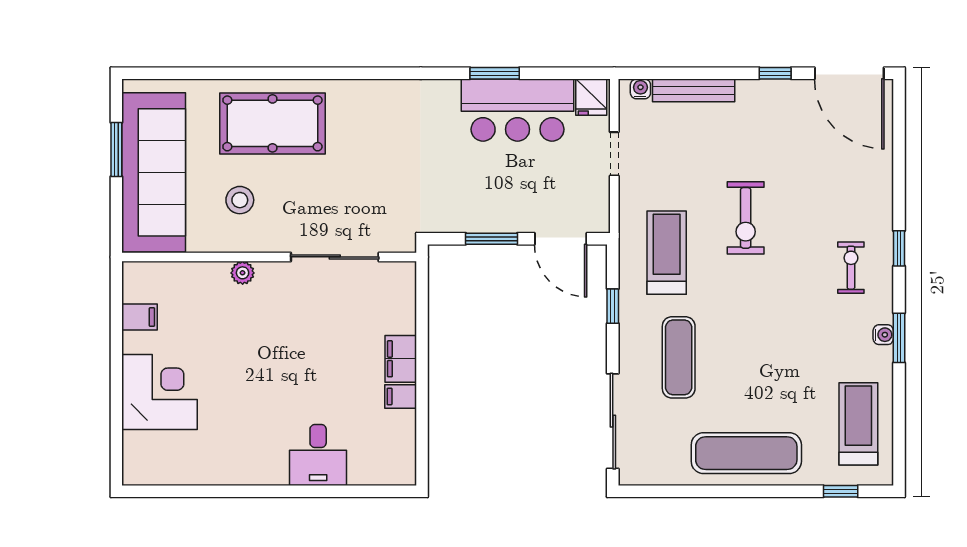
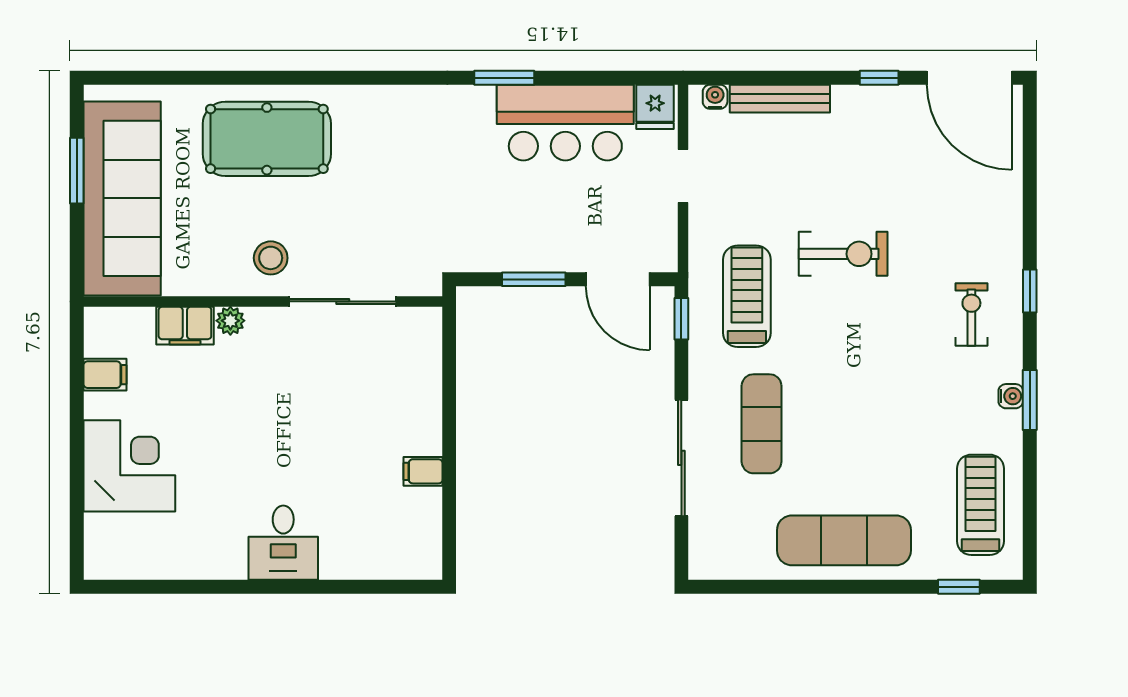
window: (495, 73) -> (504, 78), moved
stool: (240, 200) -> (271, 258), moved
exercise bike: (746, 218) -> (843, 254), turned -90
window: (613, 306) -> (681, 319), moved
filing cabinet: (401, 359) -> (185, 326), moved, turned -90
sliding door: (613, 421) -> (681, 458), moved
desk: (318, 455) -> (283, 543), moved

